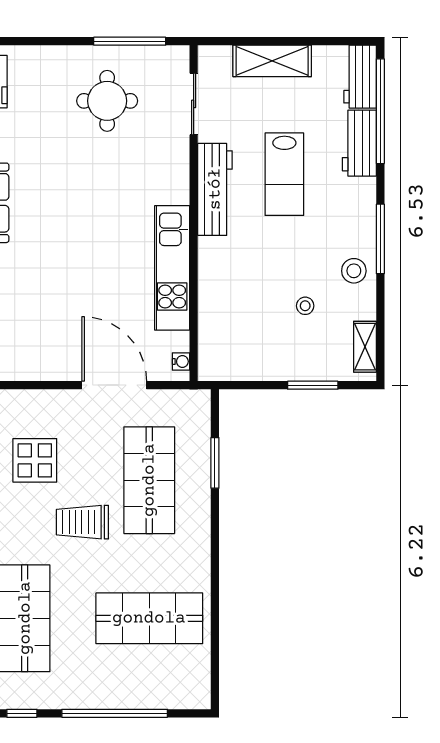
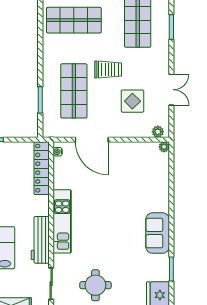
kitchen unit: (172, 268) -> (62, 221), moved
locker: (212, 329) -> (42, 168), added

